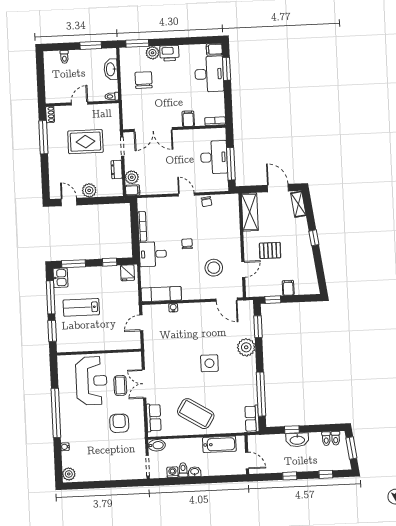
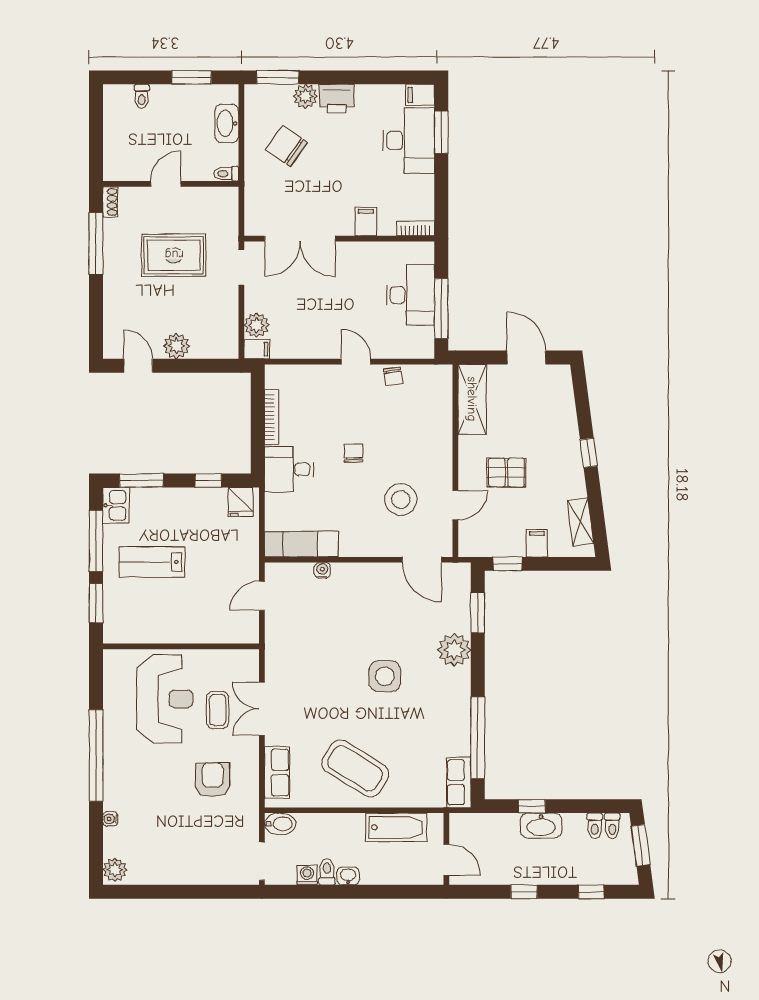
chair: (144, 80) -> (287, 146), turned -55
dresser: (117, 169) -> (229, 310), removed
shelving: (298, 204) -> (580, 522), moved

